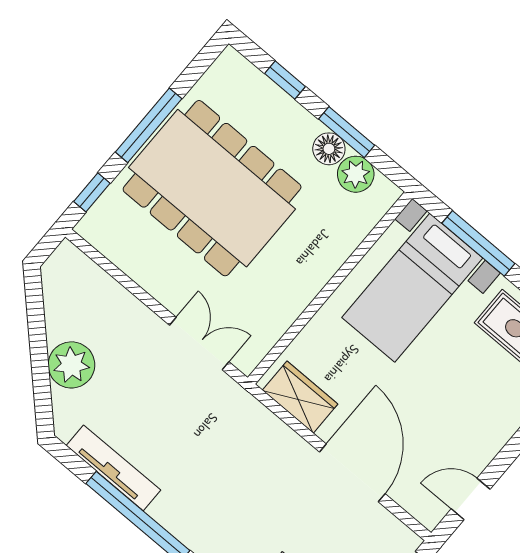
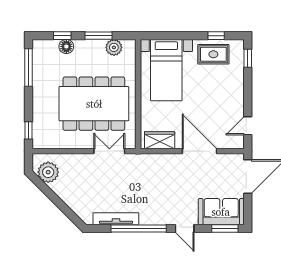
window: (149, 125) -> (29, 68), moved
floor lamp: (329, 149) -> (66, 46), moved
dining table: (212, 188) -> (94, 104), moved
window: (478, 243) -> (176, 36), removed
plant: (71, 365) -> (48, 172), moved

